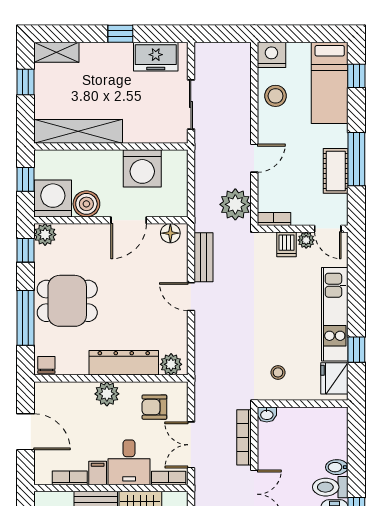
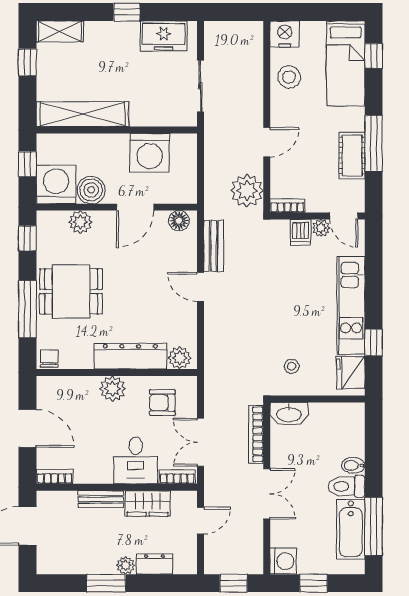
plant: (45, 235) -> (80, 222), moved
washbasin: (267, 414) -> (289, 414), width x1.91, depth x1.45
filing cabinet: (98, 473) -> (103, 472), removed
bookcase: (70, 478) -> (54, 477), moved

